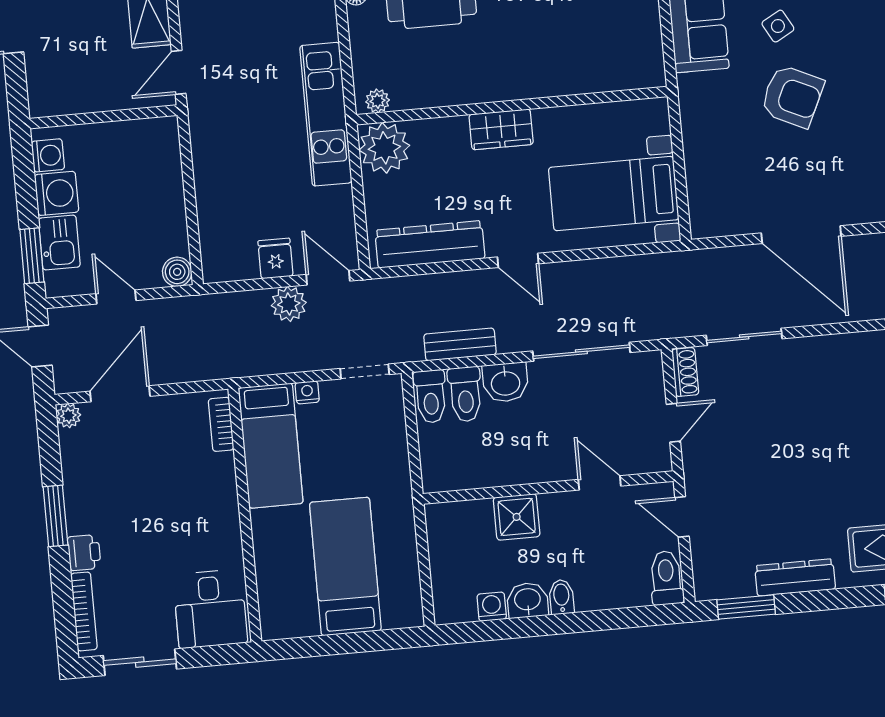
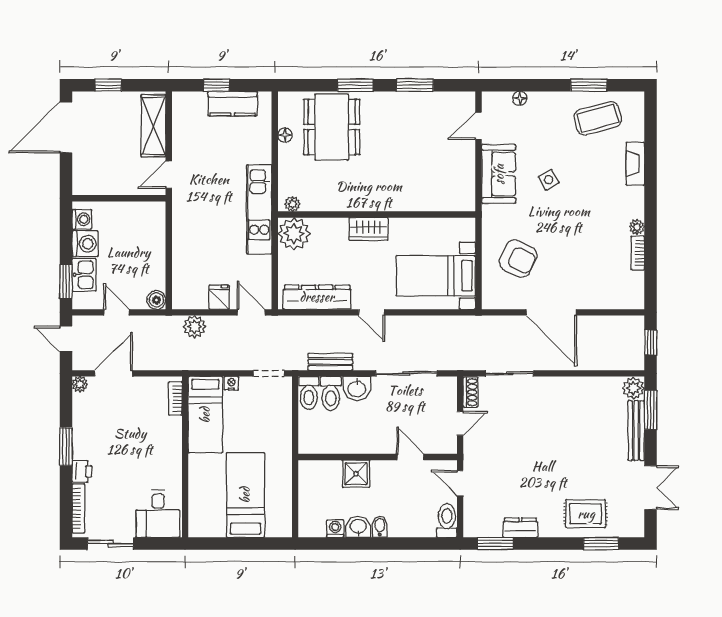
armchair: (792, 96) -> (518, 259), moved
plant: (289, 304) -> (194, 327), moved
dresser: (795, 577) -> (520, 528), width x0.70

